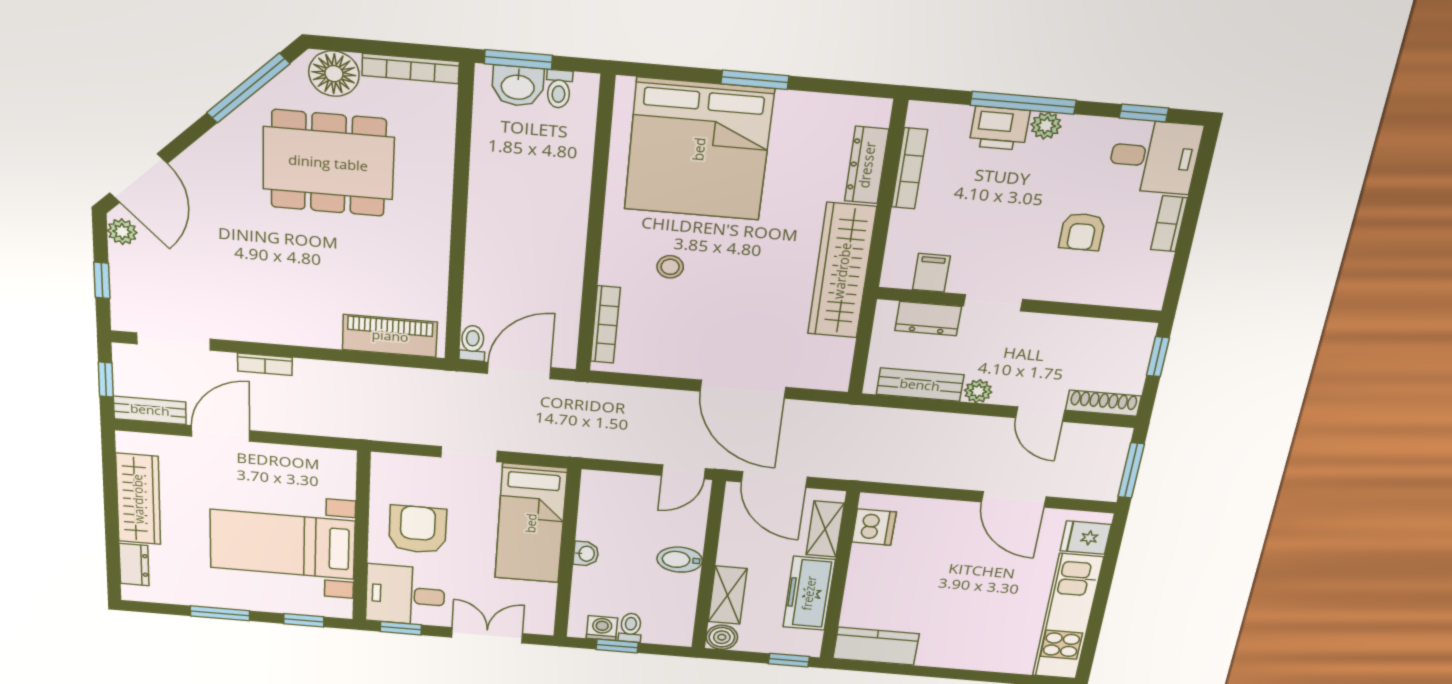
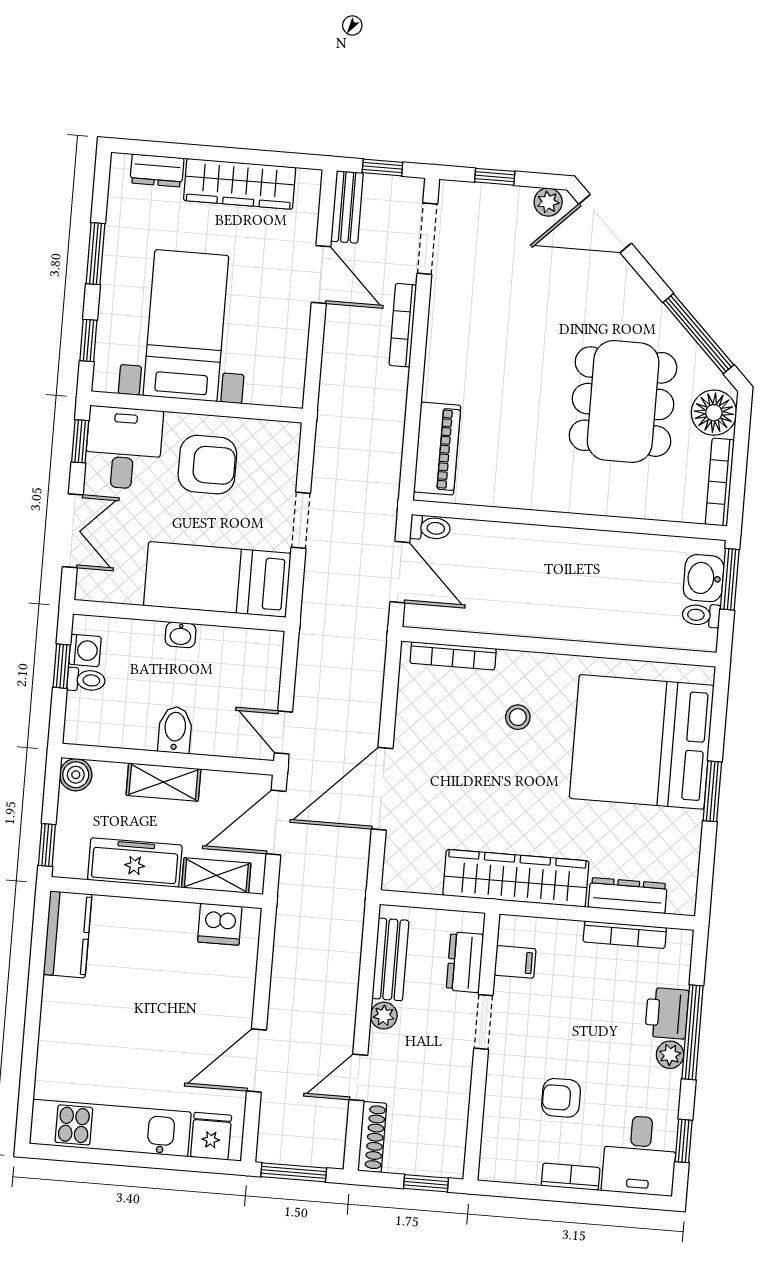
bookcase: (265, 364) -> (403, 325), width x1.56
shelving: (728, 595) -> (163, 782), moved

